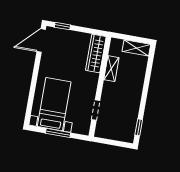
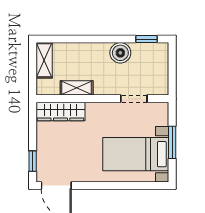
boiler: (132, 106) -> (120, 53), added

